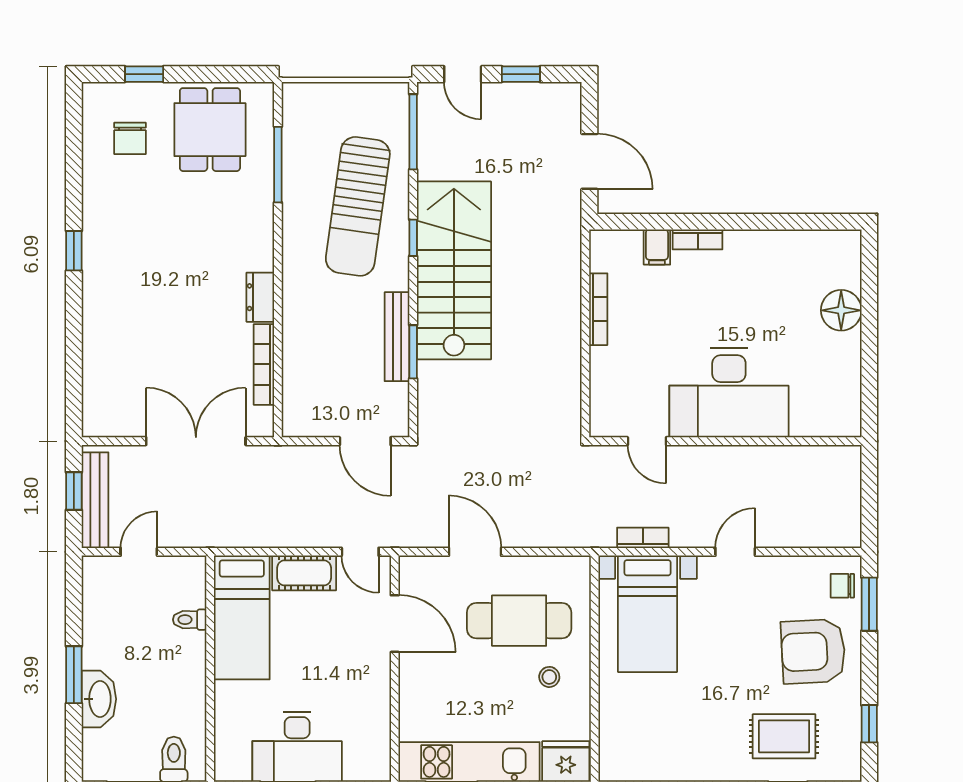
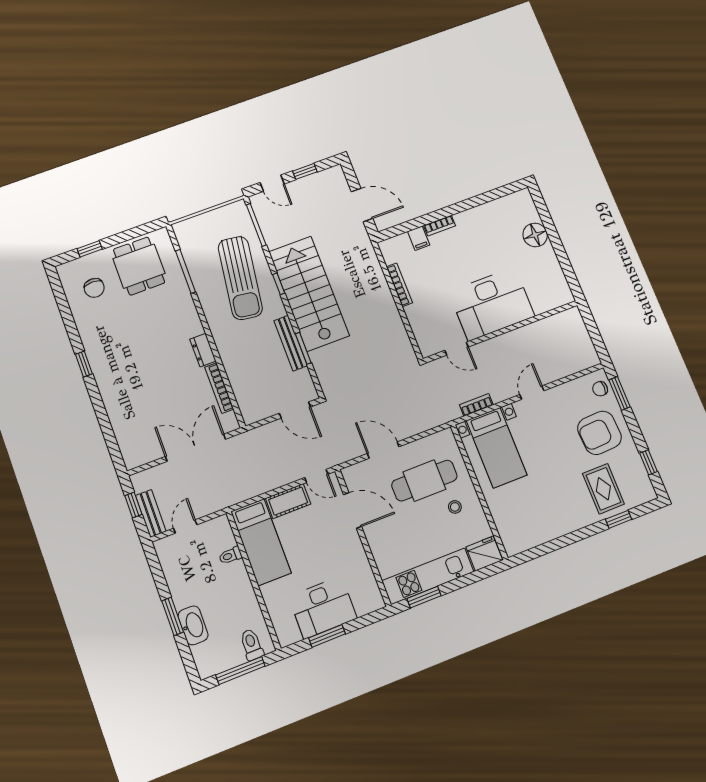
bench: (95, 500) -> (151, 513), width x0.73
rug: (784, 736) -> (603, 489), turned 90

